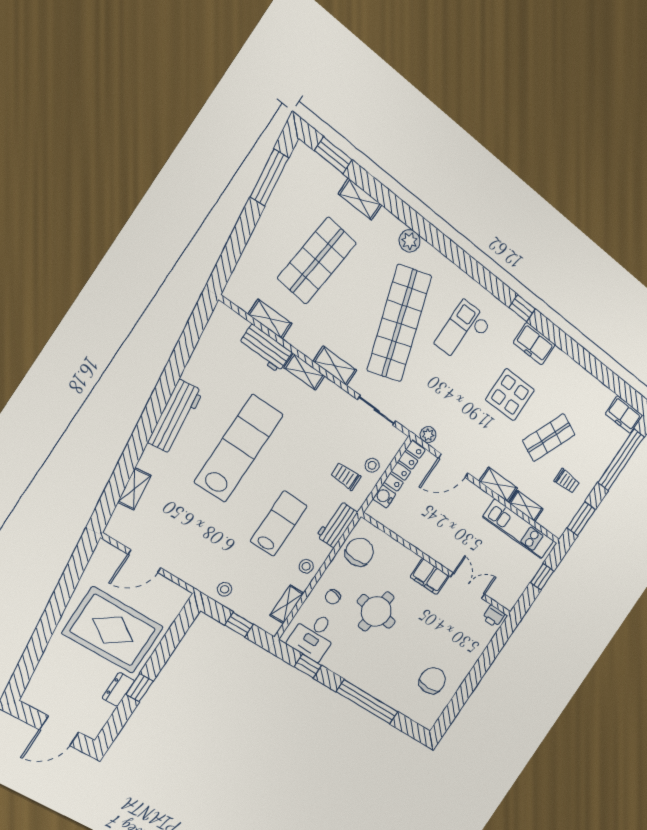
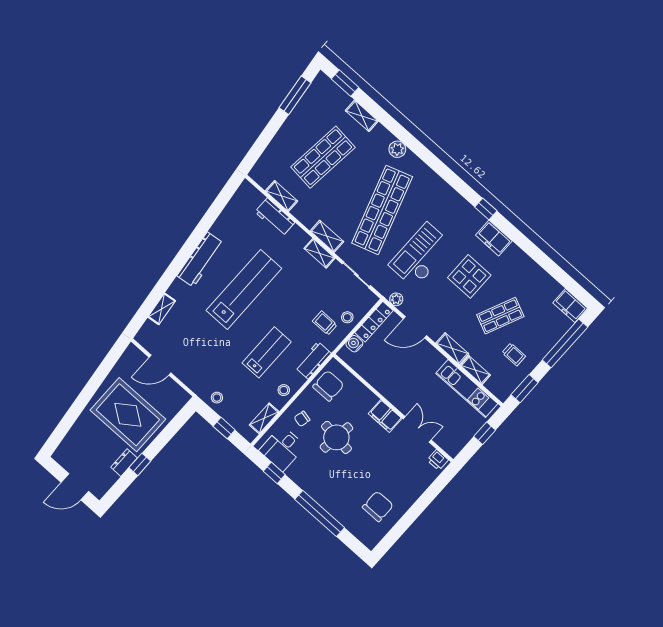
checkout: (463, 332) -> (421, 255), moved, width x1.36, depth x1.21
shelving: (304, 372) -> (319, 253), moved

